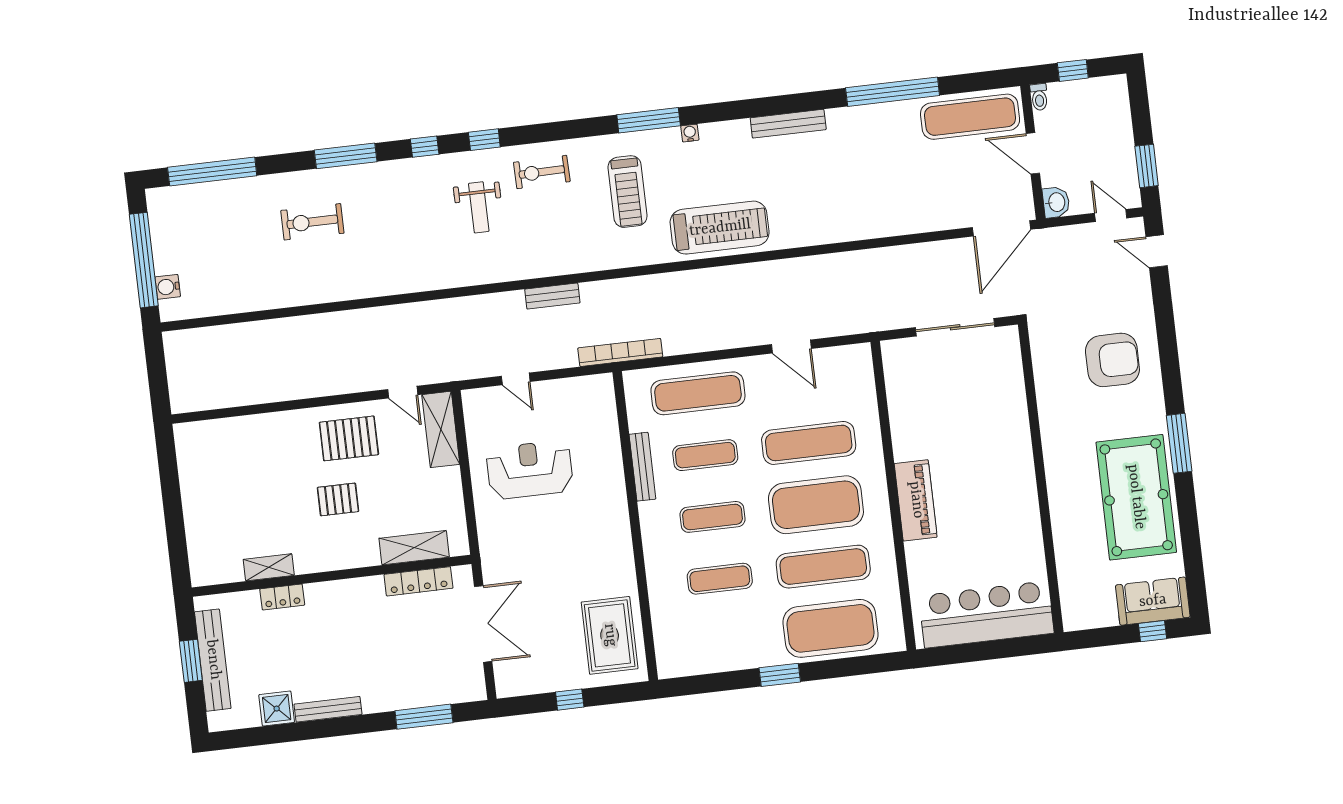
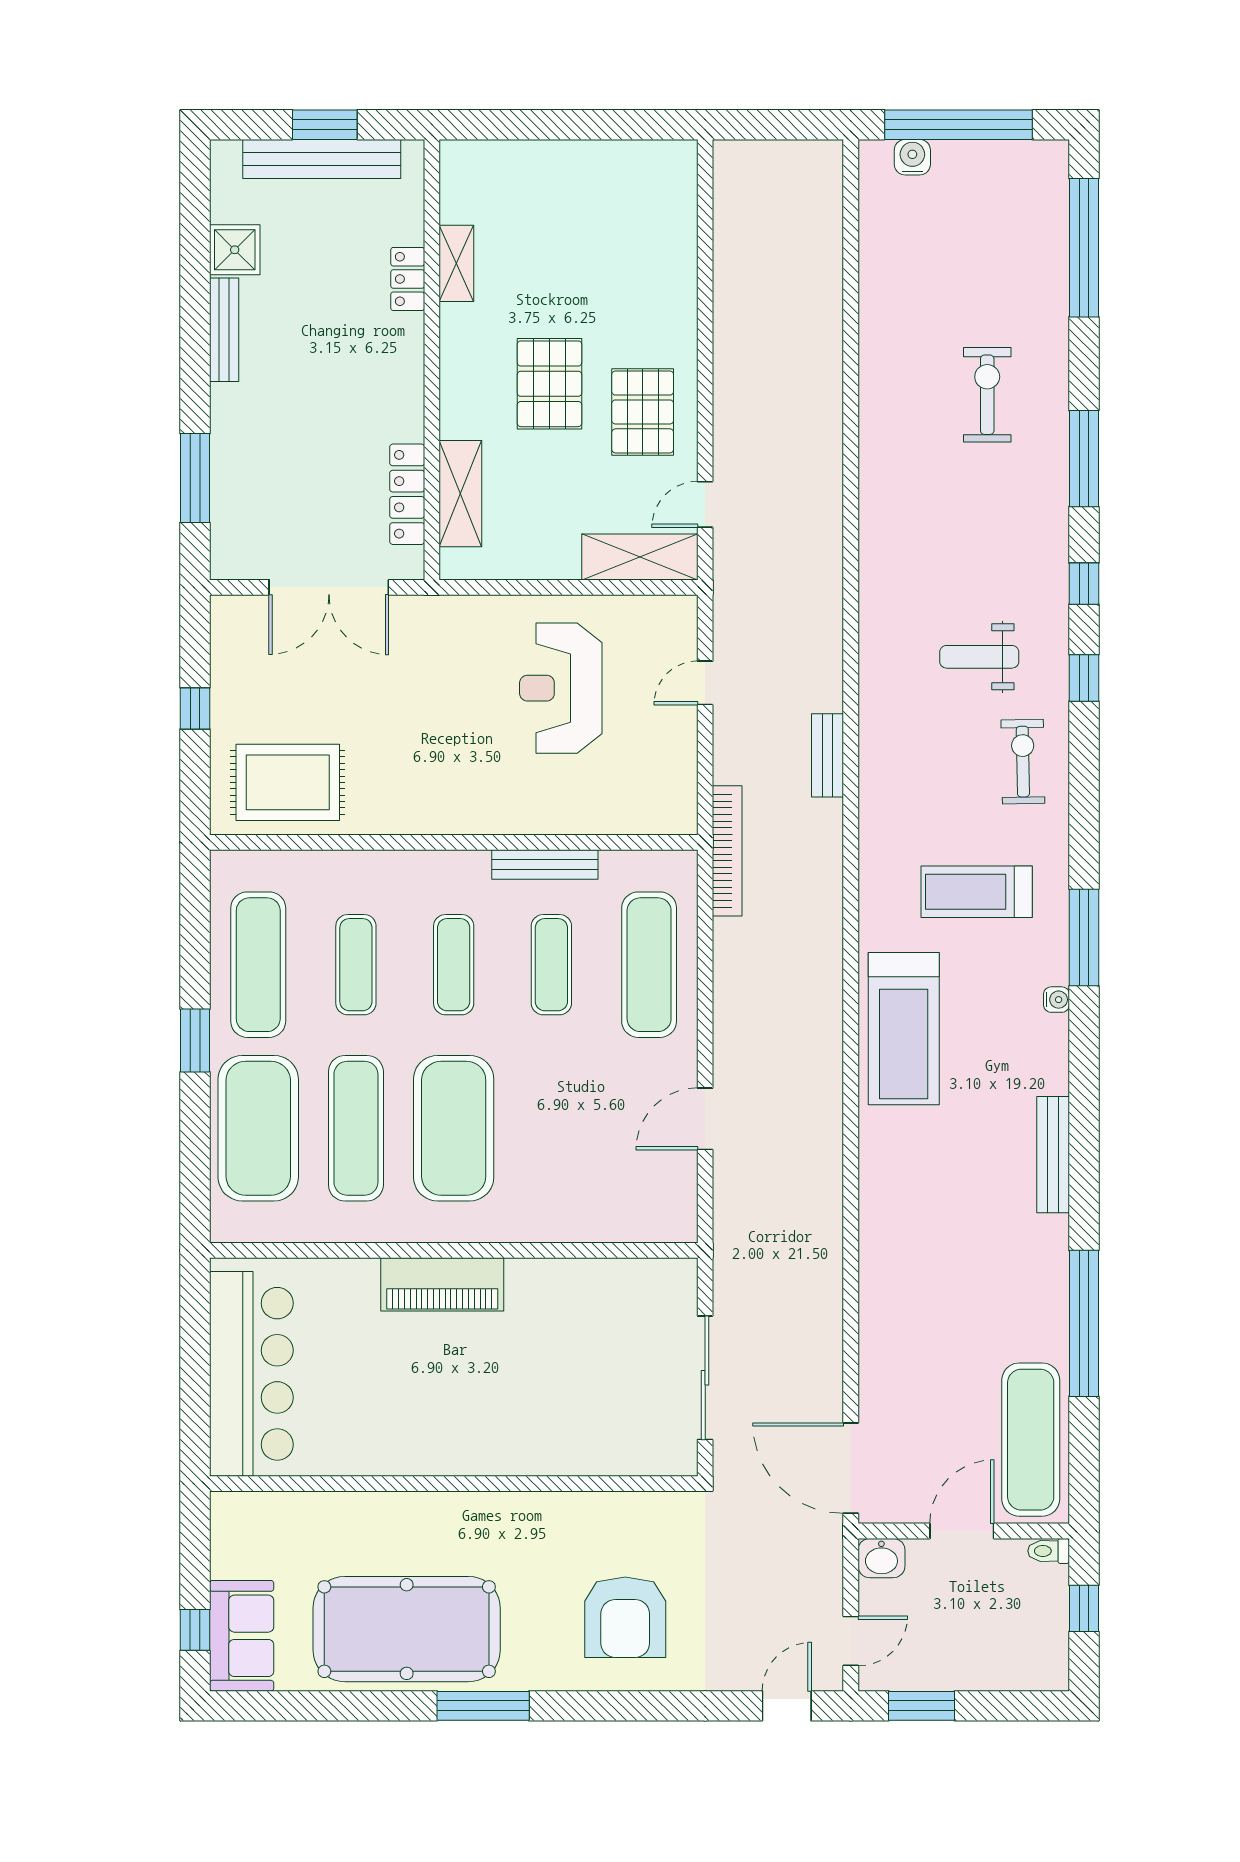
exercise mat: (809, 443) -> (258, 965), moved
reception desk: (530, 470) -> (561, 688), turned 180
pallet: (338, 499) -> (549, 384), width x1.50, depth x1.42

